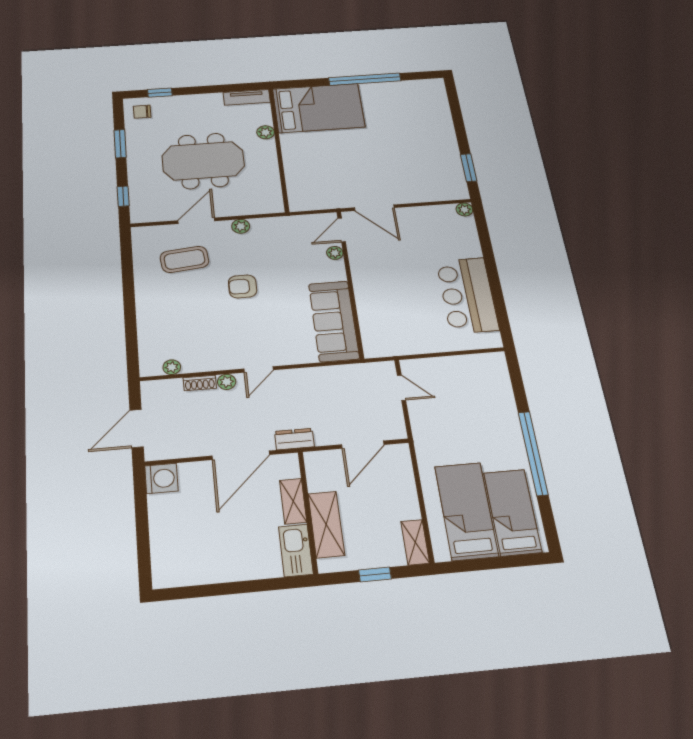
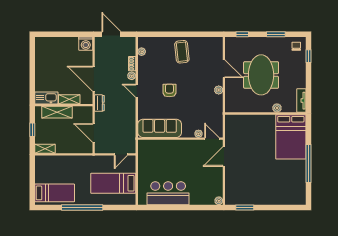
coffee table: (184, 259) -> (182, 52), moved
armchair: (243, 286) -> (169, 90), moved
bed: (466, 511) -> (113, 183), moved, turned 180

